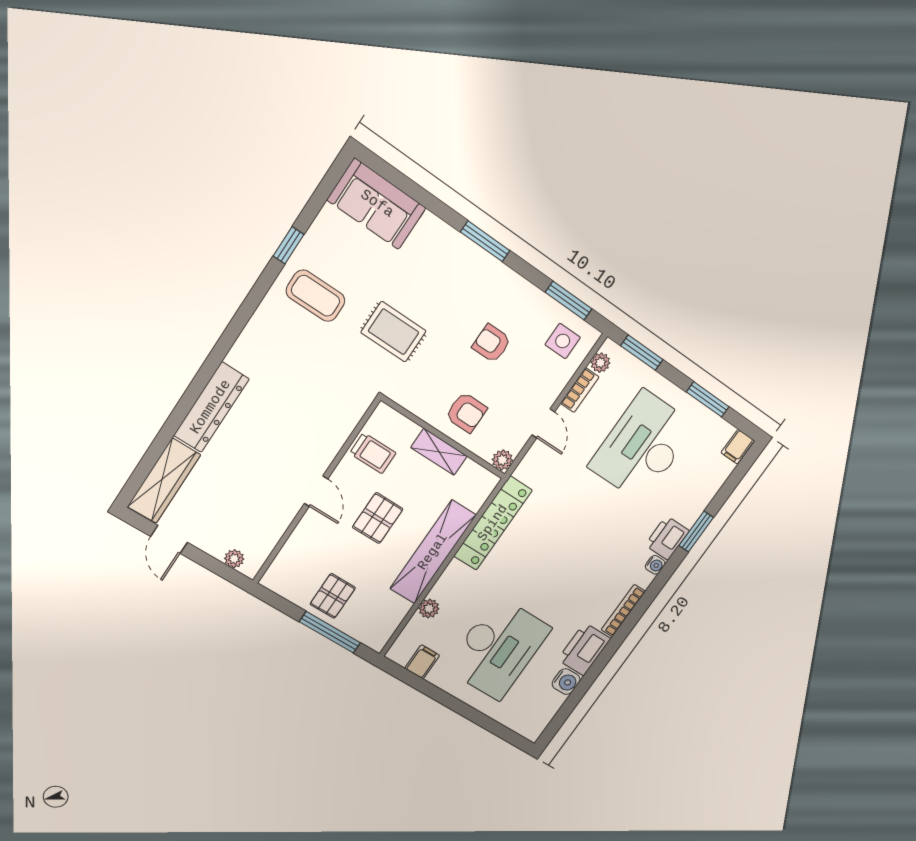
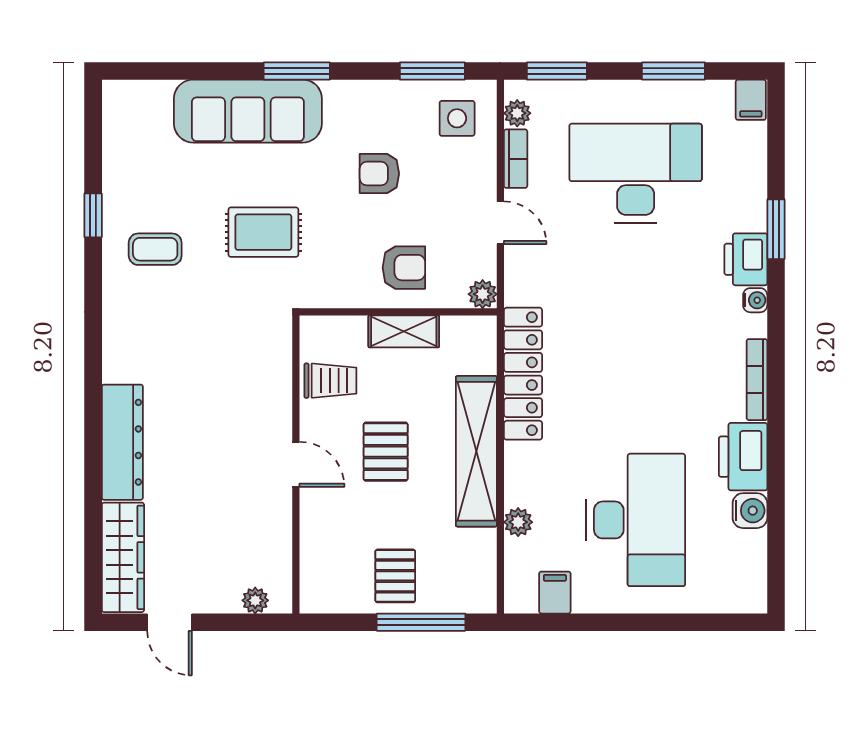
sofa: (377, 204) -> (248, 111), moved, width x1.36
coffee table: (316, 296) -> (155, 249), width x0.73, depth x0.77
desk: (642, 446) -> (636, 173), turned 90

